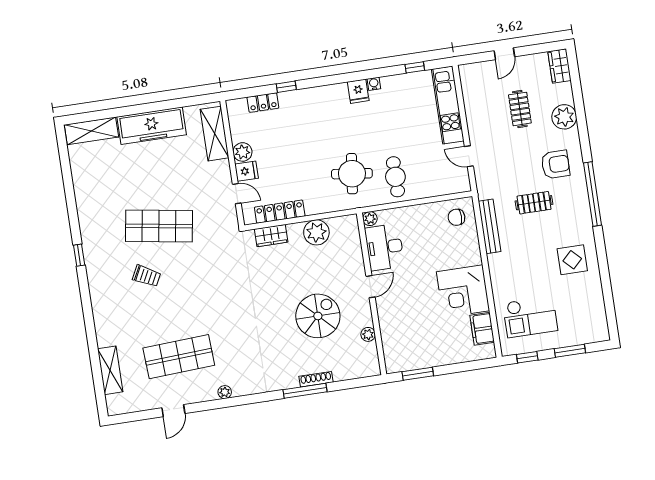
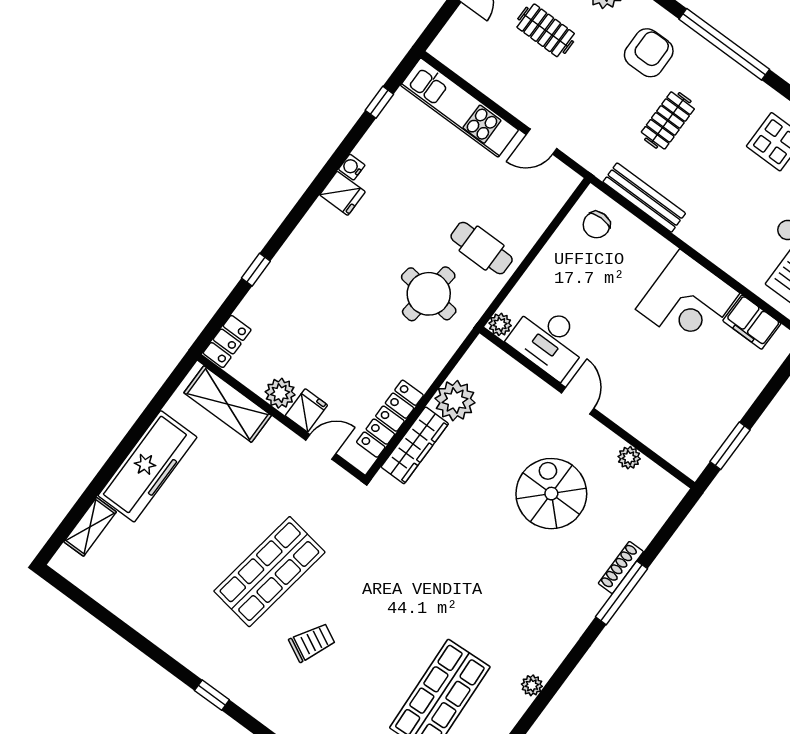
locker: (263, 103) -> (227, 341), moved
shelving: (91, 131) -> (90, 527), width x0.67, depth x0.75
wardrobe: (271, 236) -> (415, 445), width x1.50

